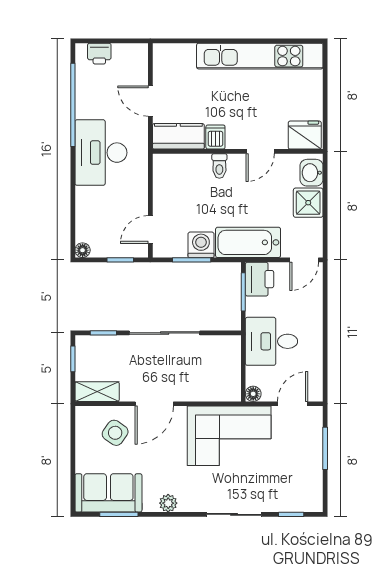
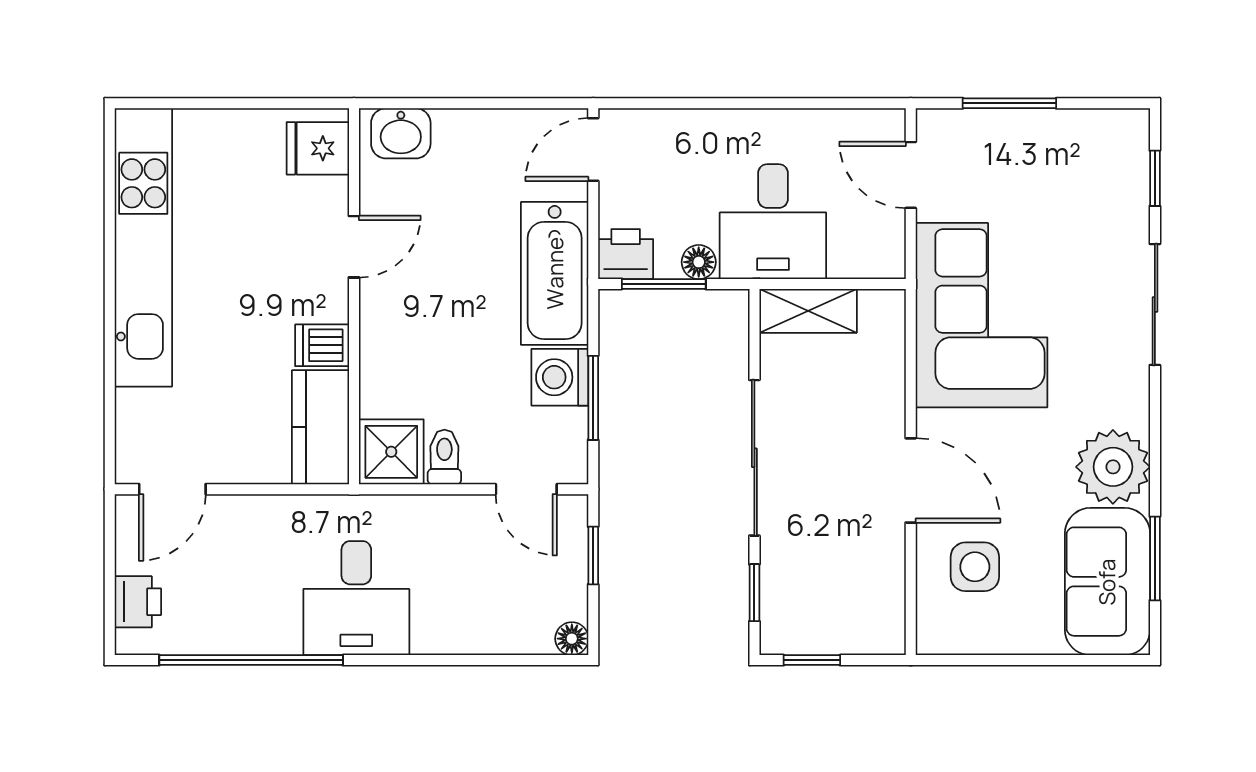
door: (150, 101) -> (172, 489), moved
fridge: (305, 135) -> (318, 148), width x0.72
door: (260, 151) -> (354, 247), hinge flipped
desk: (101, 153) -> (356, 598), width x0.73
toilet: (219, 166) -> (444, 457), moved, turned -90
shower: (308, 203) -> (391, 452), moved
door: (304, 260) -> (593, 150), swing flipped
printer: (260, 279) -> (626, 254), width x0.73, depth x0.81
shelving: (97, 392) -> (808, 311), moved, turned 90
floor lamp: (253, 394) -> (699, 262), moved
side table: (115, 433) -> (975, 567), turned -35
plant: (168, 503) -> (1113, 467), width x1.87, depth x1.87

